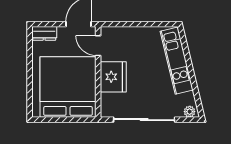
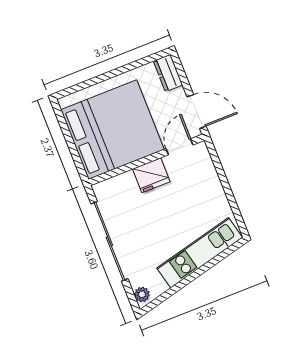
fridge: (113, 77) -> (151, 175), width x0.73, depth x0.75

